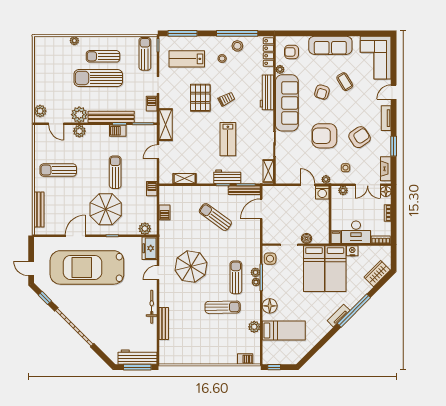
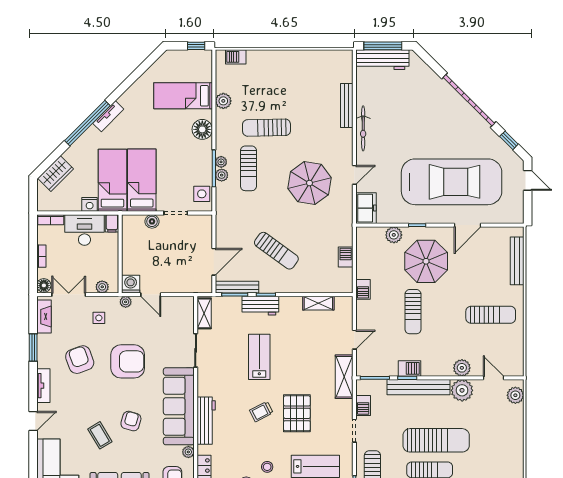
armchair: (360, 137) -> (80, 360), turned 104
plant: (145, 229) -> (394, 235), moved

